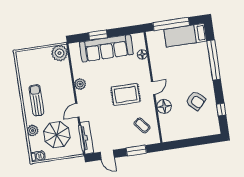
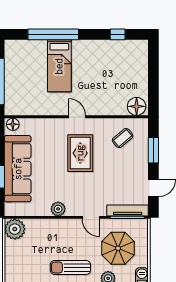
bed: (185, 35) -> (59, 66), moved
floor lamp: (142, 54) -> (13, 124), moved
armchair: (196, 101) -> (102, 65), removed
floor lamp: (164, 106) -> (137, 106), moved

